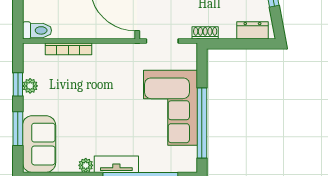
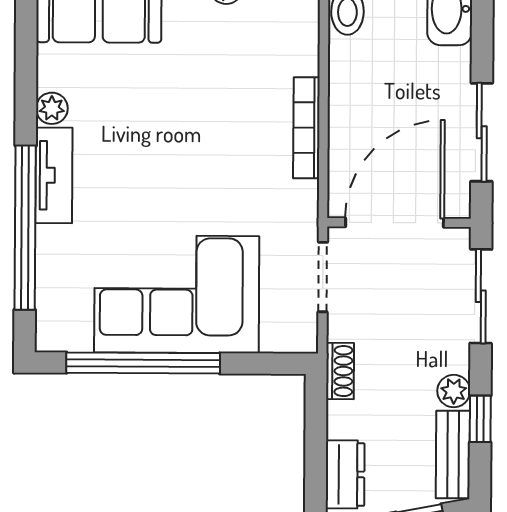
bookcase: (68, 49) -> (306, 128), moved

